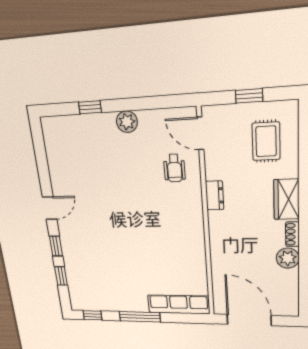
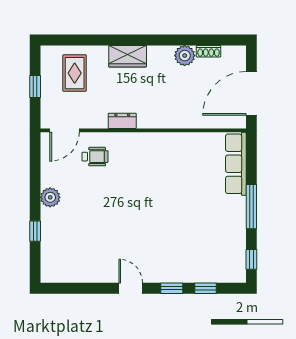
rug: (266, 141) -> (75, 73), turned 90
shoe rack: (292, 234) -> (209, 51), moved

